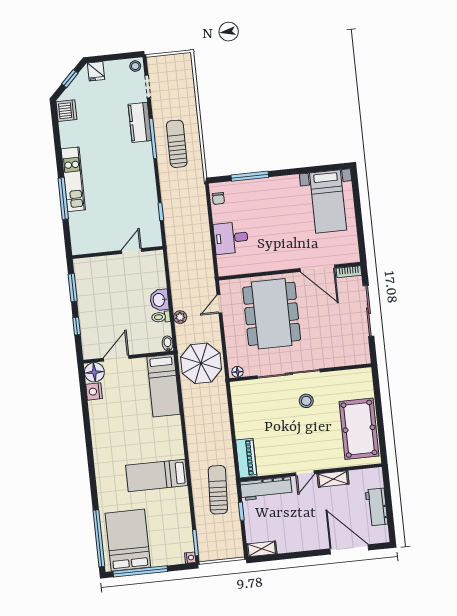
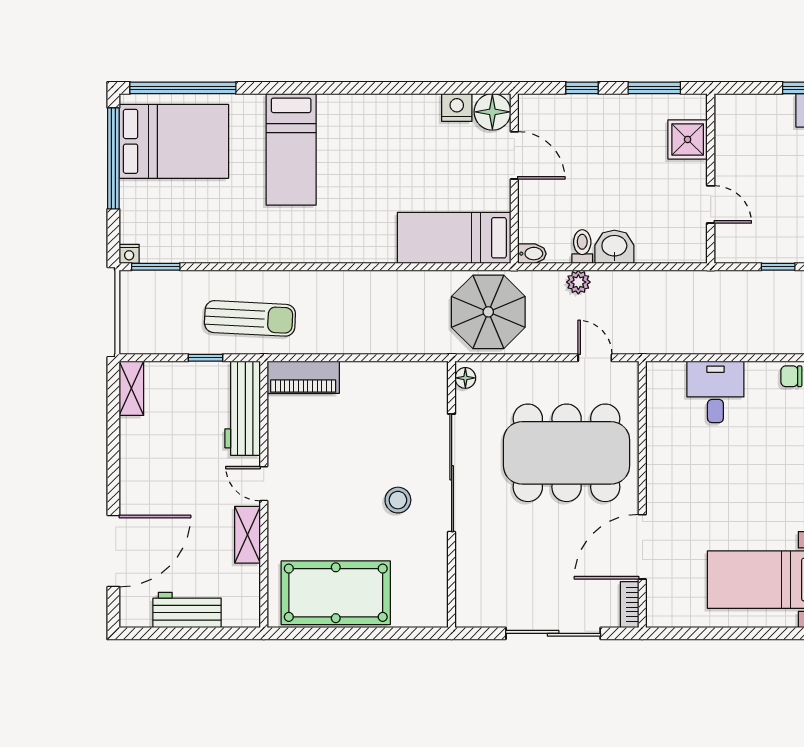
shower: (98, 267) -> (688, 139), added
bed: (157, 475) -> (291, 149), moved, turned 180

